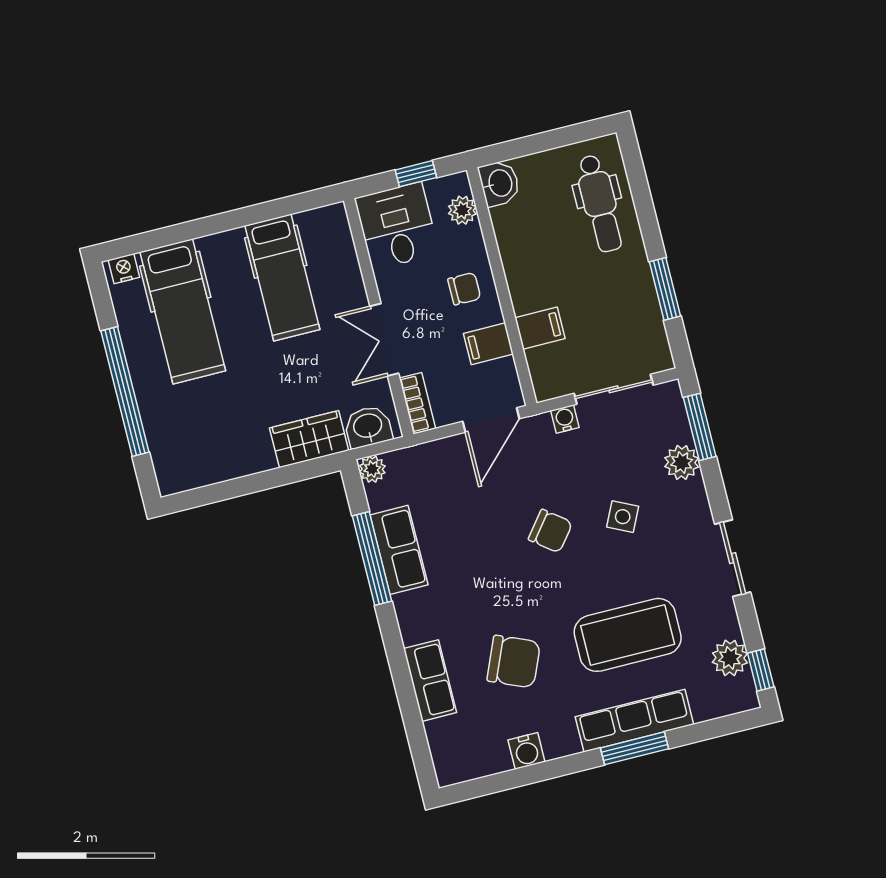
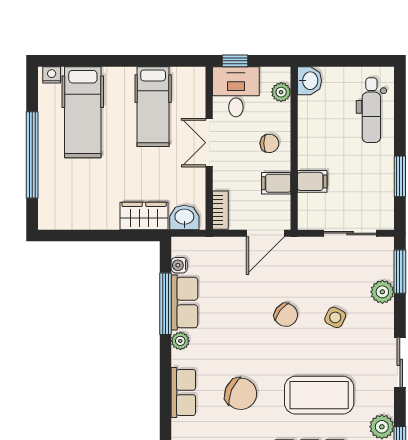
window: (416, 174) -> (235, 61), moved
double door: (384, 340) -> (209, 143), moved
water cooler: (565, 419) -> (179, 265), moved, turned -90
plant: (372, 469) -> (180, 341), moved

